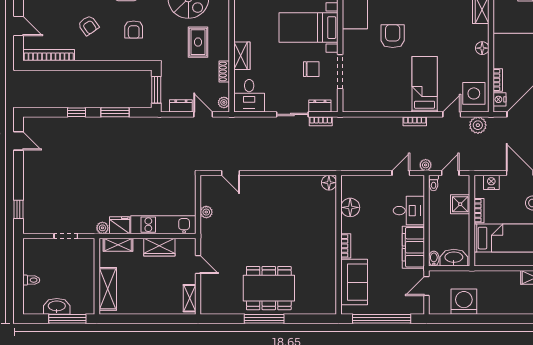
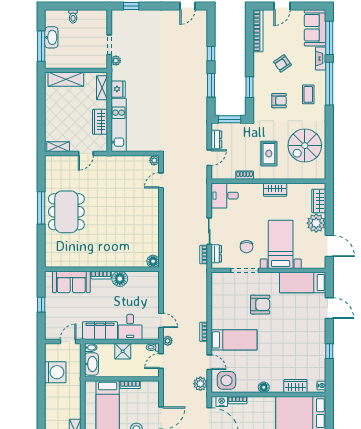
armchair: (134, 30) -> (279, 101), turned 180
armchair: (393, 36) -> (260, 305), moved
rug: (198, 42) -> (269, 154), turned 90
wardrobe: (242, 56) -> (275, 190), moved
window: (117, 65) -> (250, 87), added
plant: (224, 102) -> (219, 175), removed
door: (450, 173) -> (161, 361), swing flipped
nightstand: (491, 182) -> (153, 395), removed
shower: (460, 204) -> (123, 351), moved
floor lamp: (350, 207) -> (120, 279), moved
plant: (206, 212) -> (154, 160), moved
plant: (102, 228) -> (116, 61), moved
door: (427, 286) -> (68, 342), hinge flipped
window: (382, 319) -> (41, 305), width x0.32

